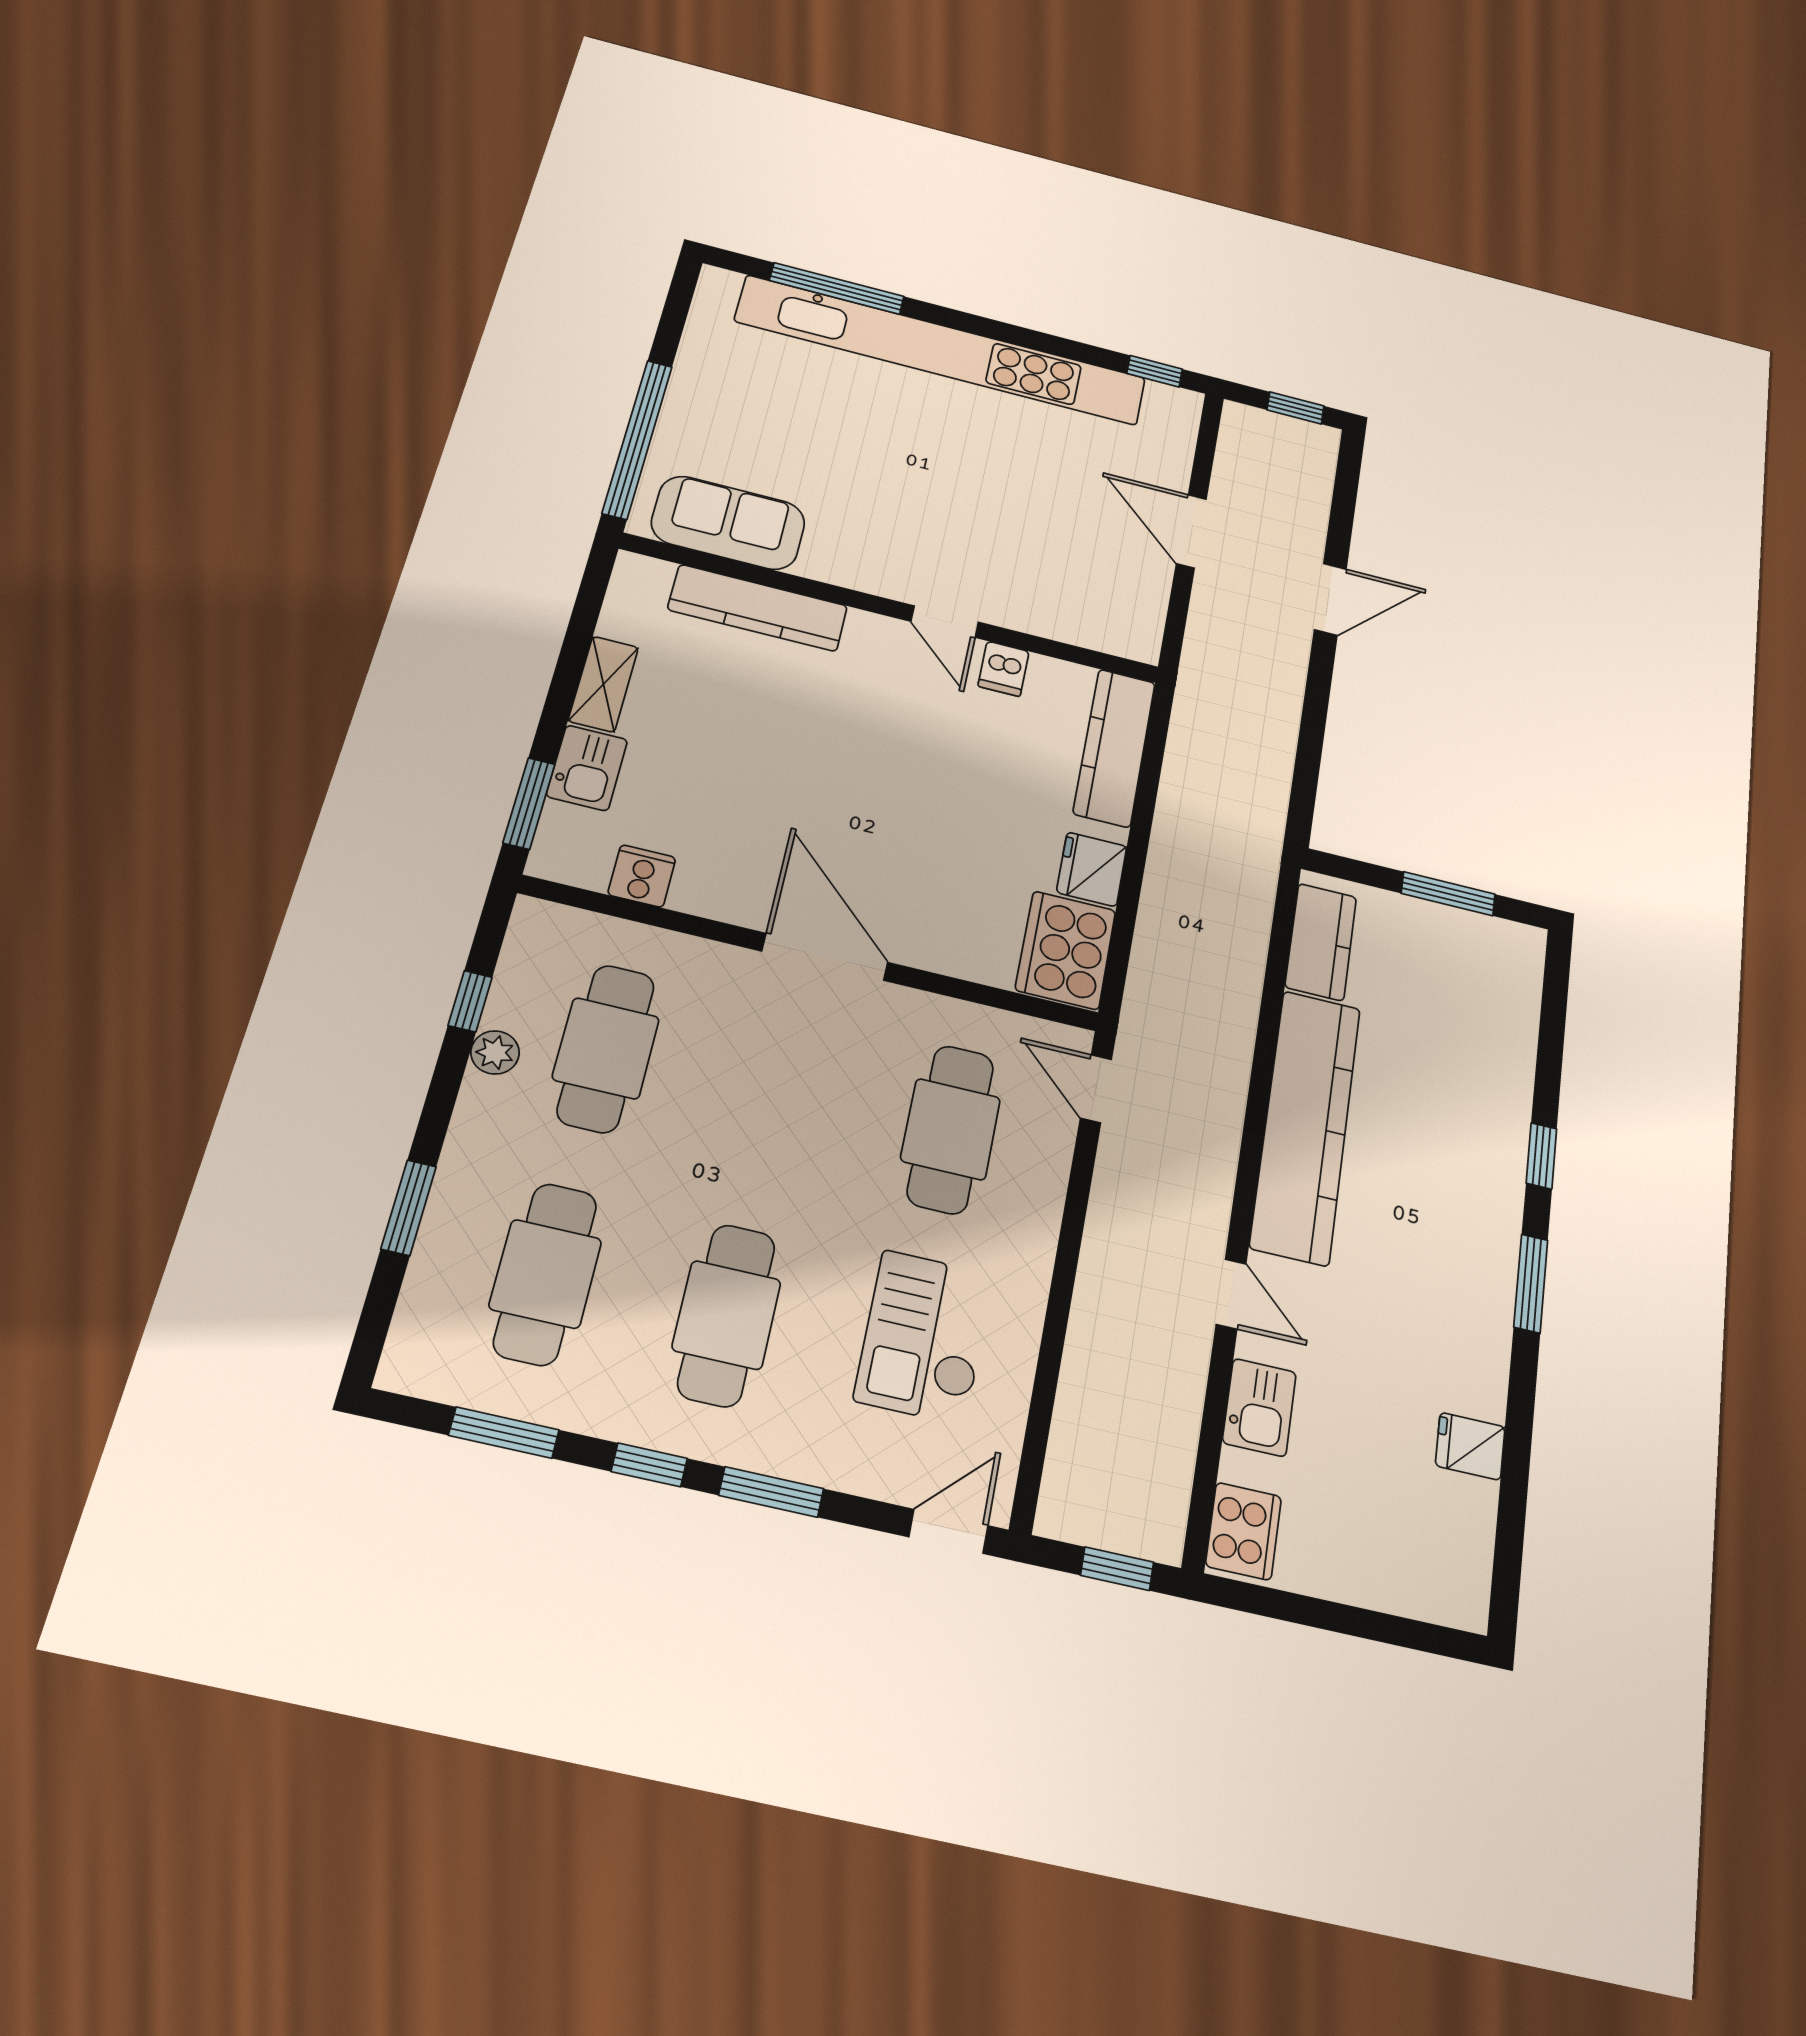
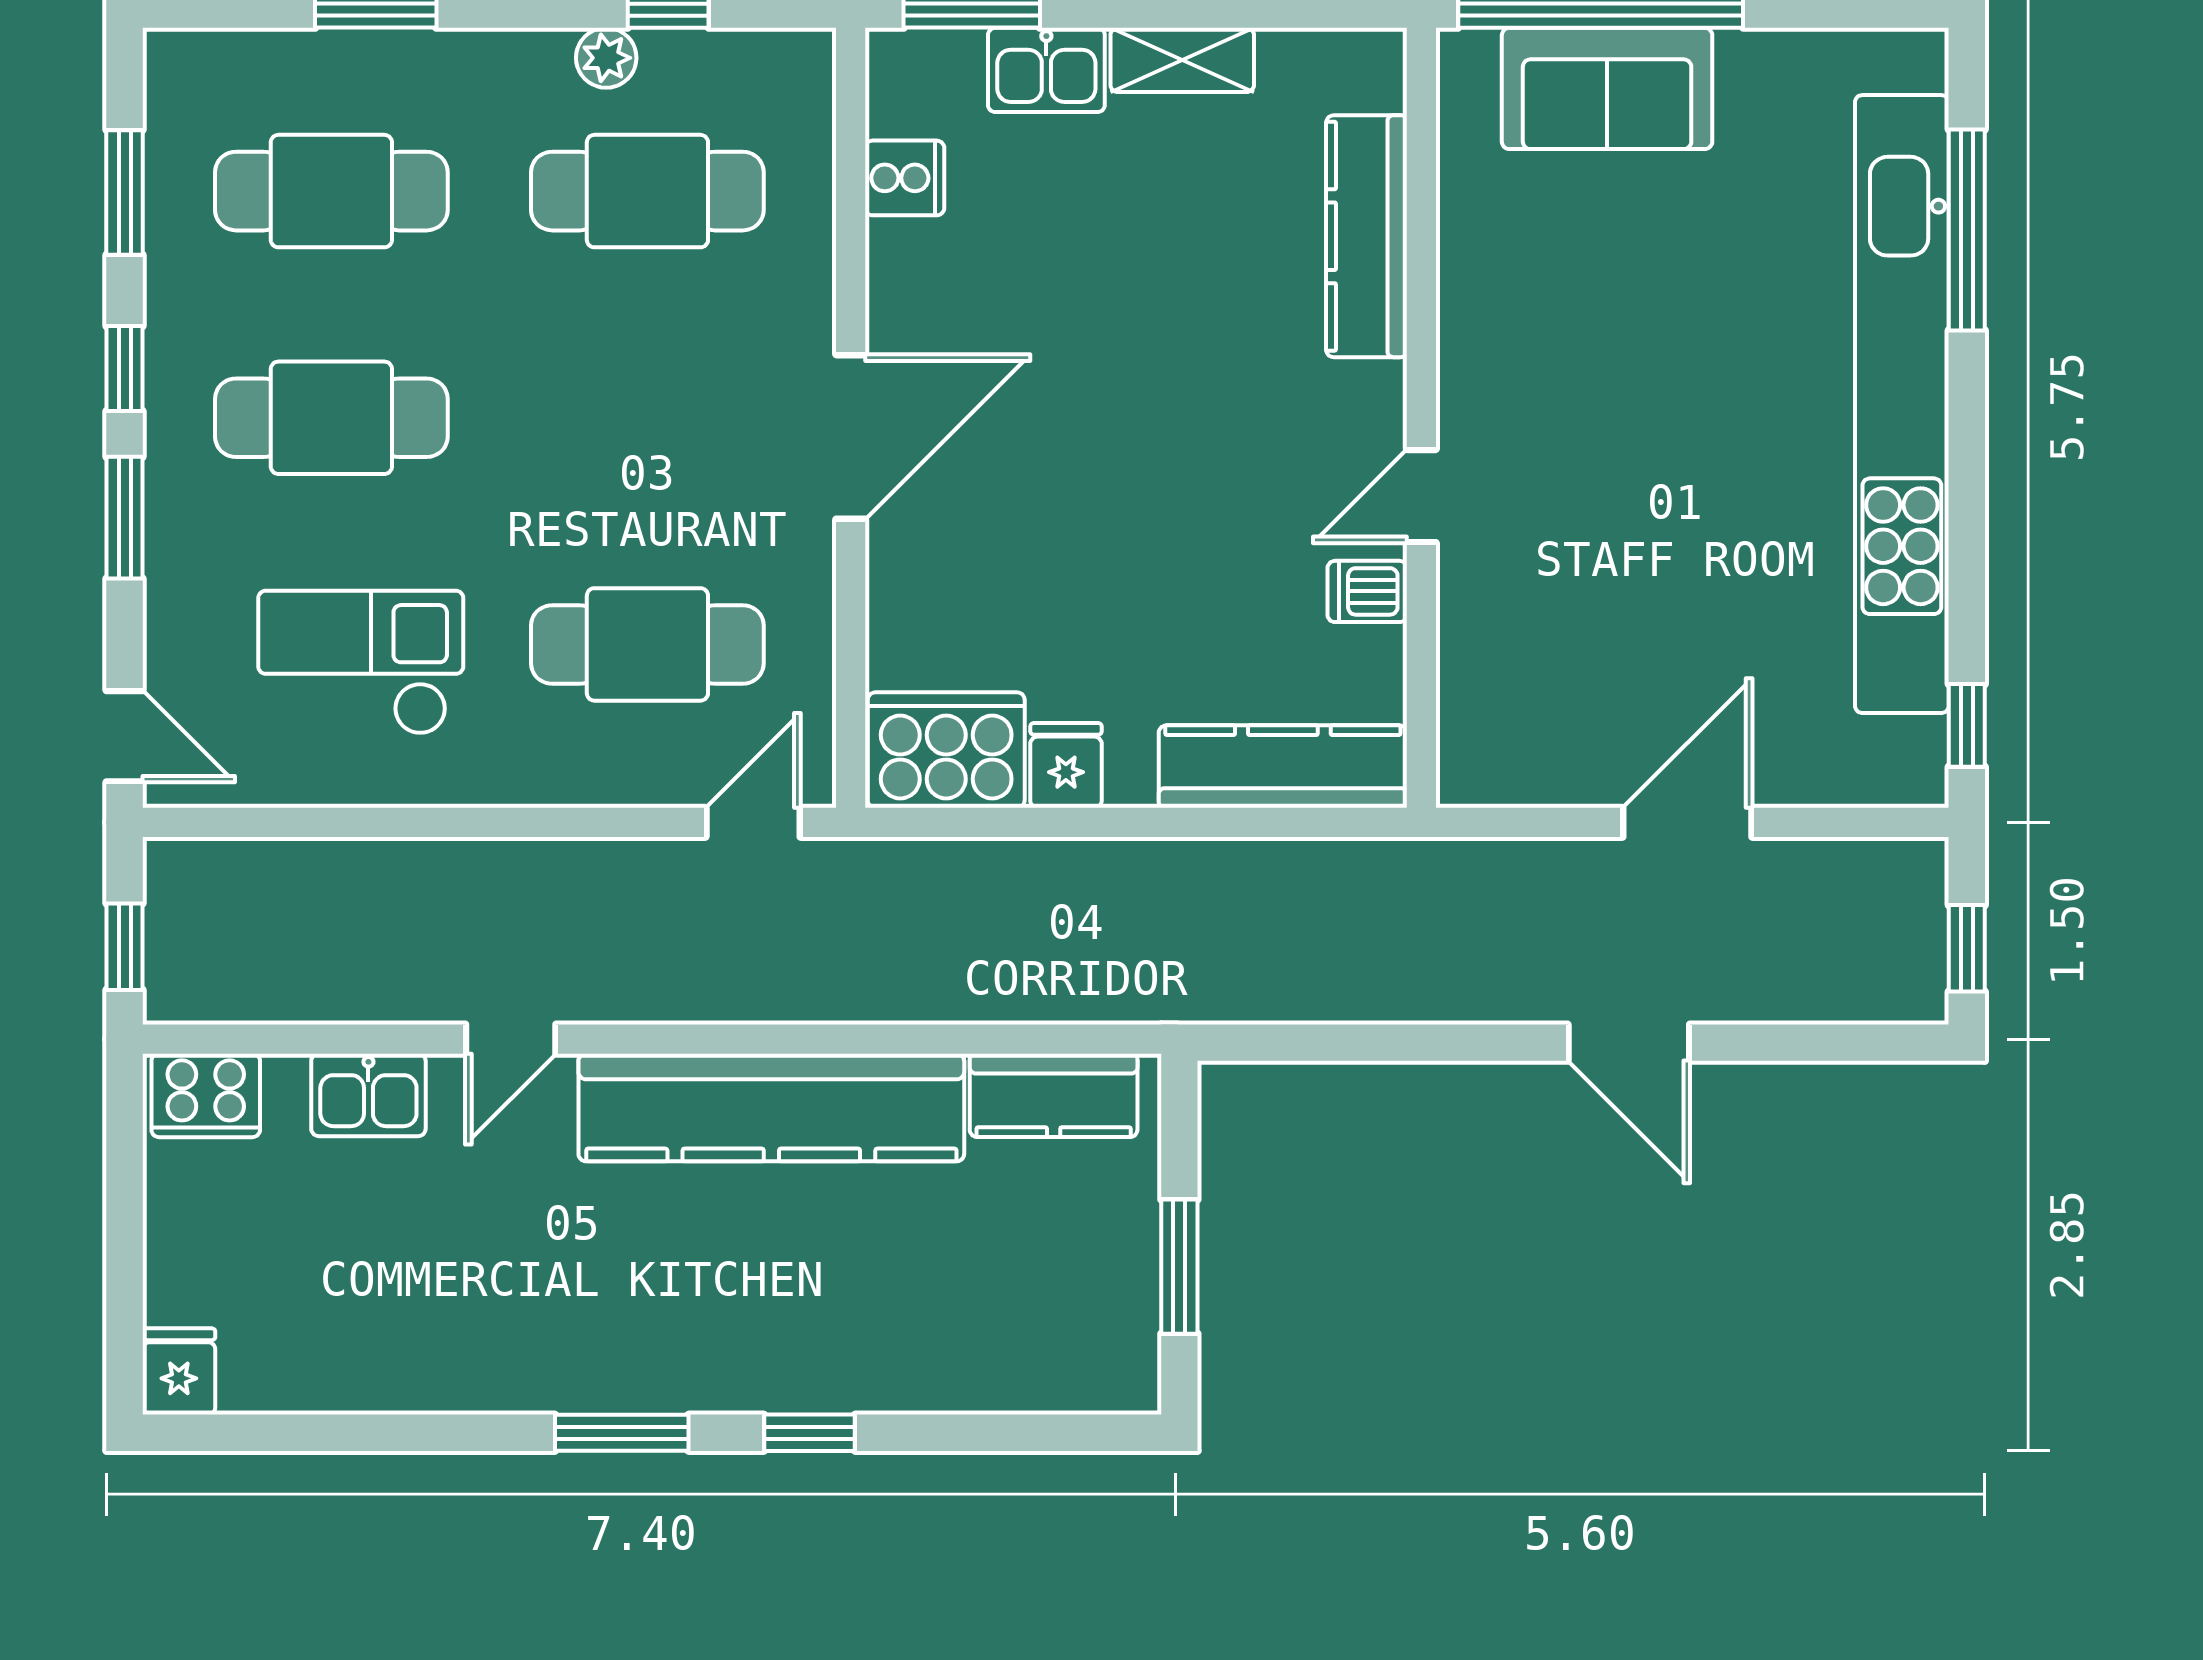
sofa: (728, 523) -> (1607, 88), moved, turned 90
fridge: (1092, 869) -> (1066, 765), width x0.72
fridge: (1470, 1446) -> (179, 1371), moved

